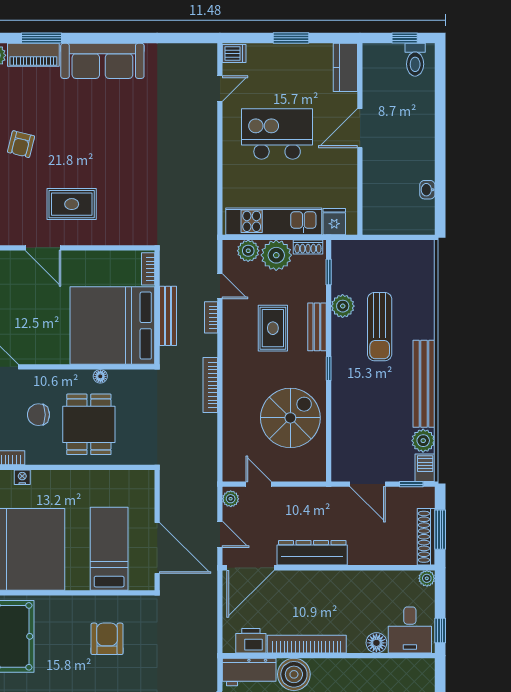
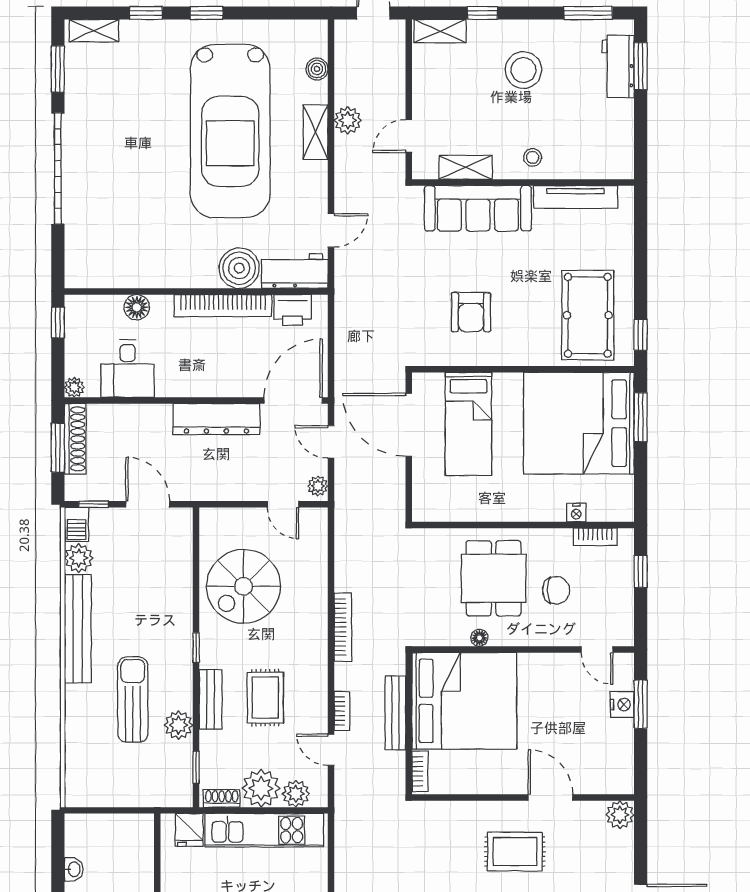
desk: (410, 630) -> (128, 369), moved, turned 180

